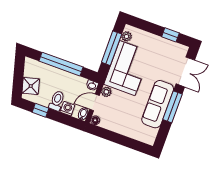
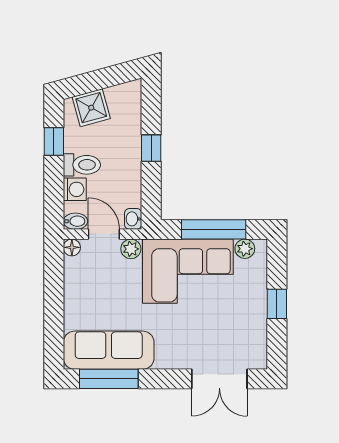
window: (170, 35) -> (277, 304), moved
window: (61, 64) -> (151, 148), width x0.32
sofa: (158, 104) -> (109, 350), moved
window: (173, 107) -> (109, 379), moved

